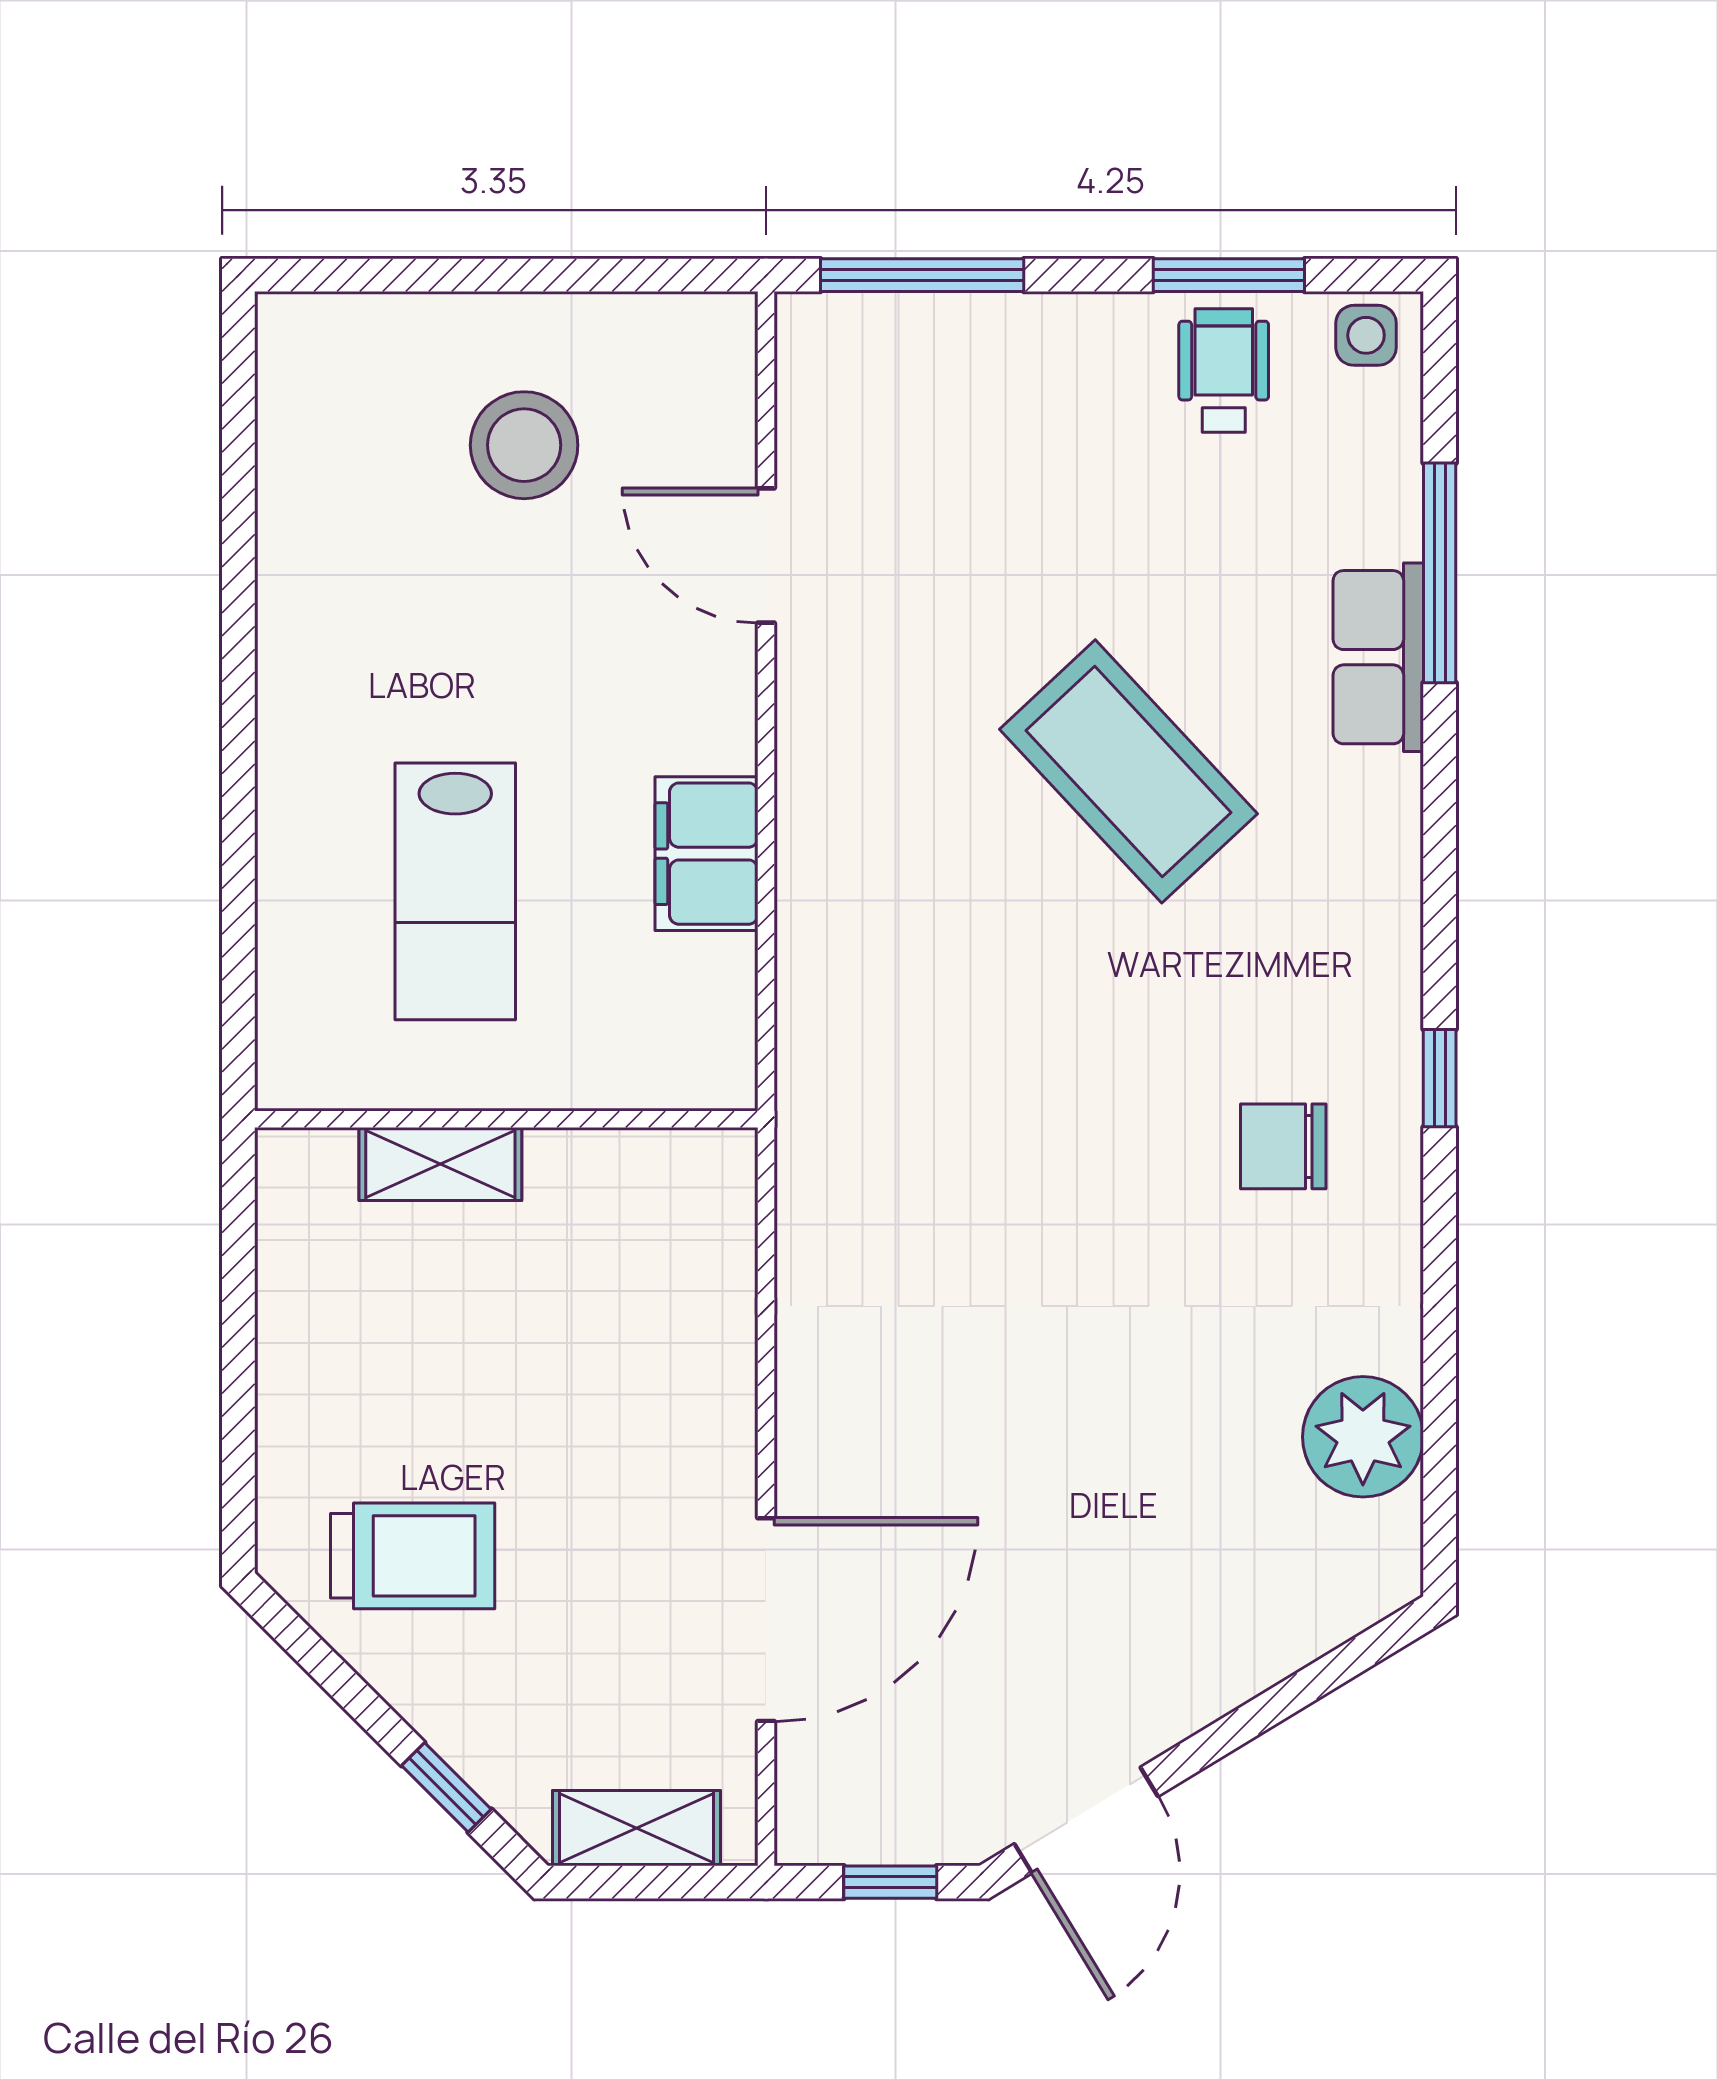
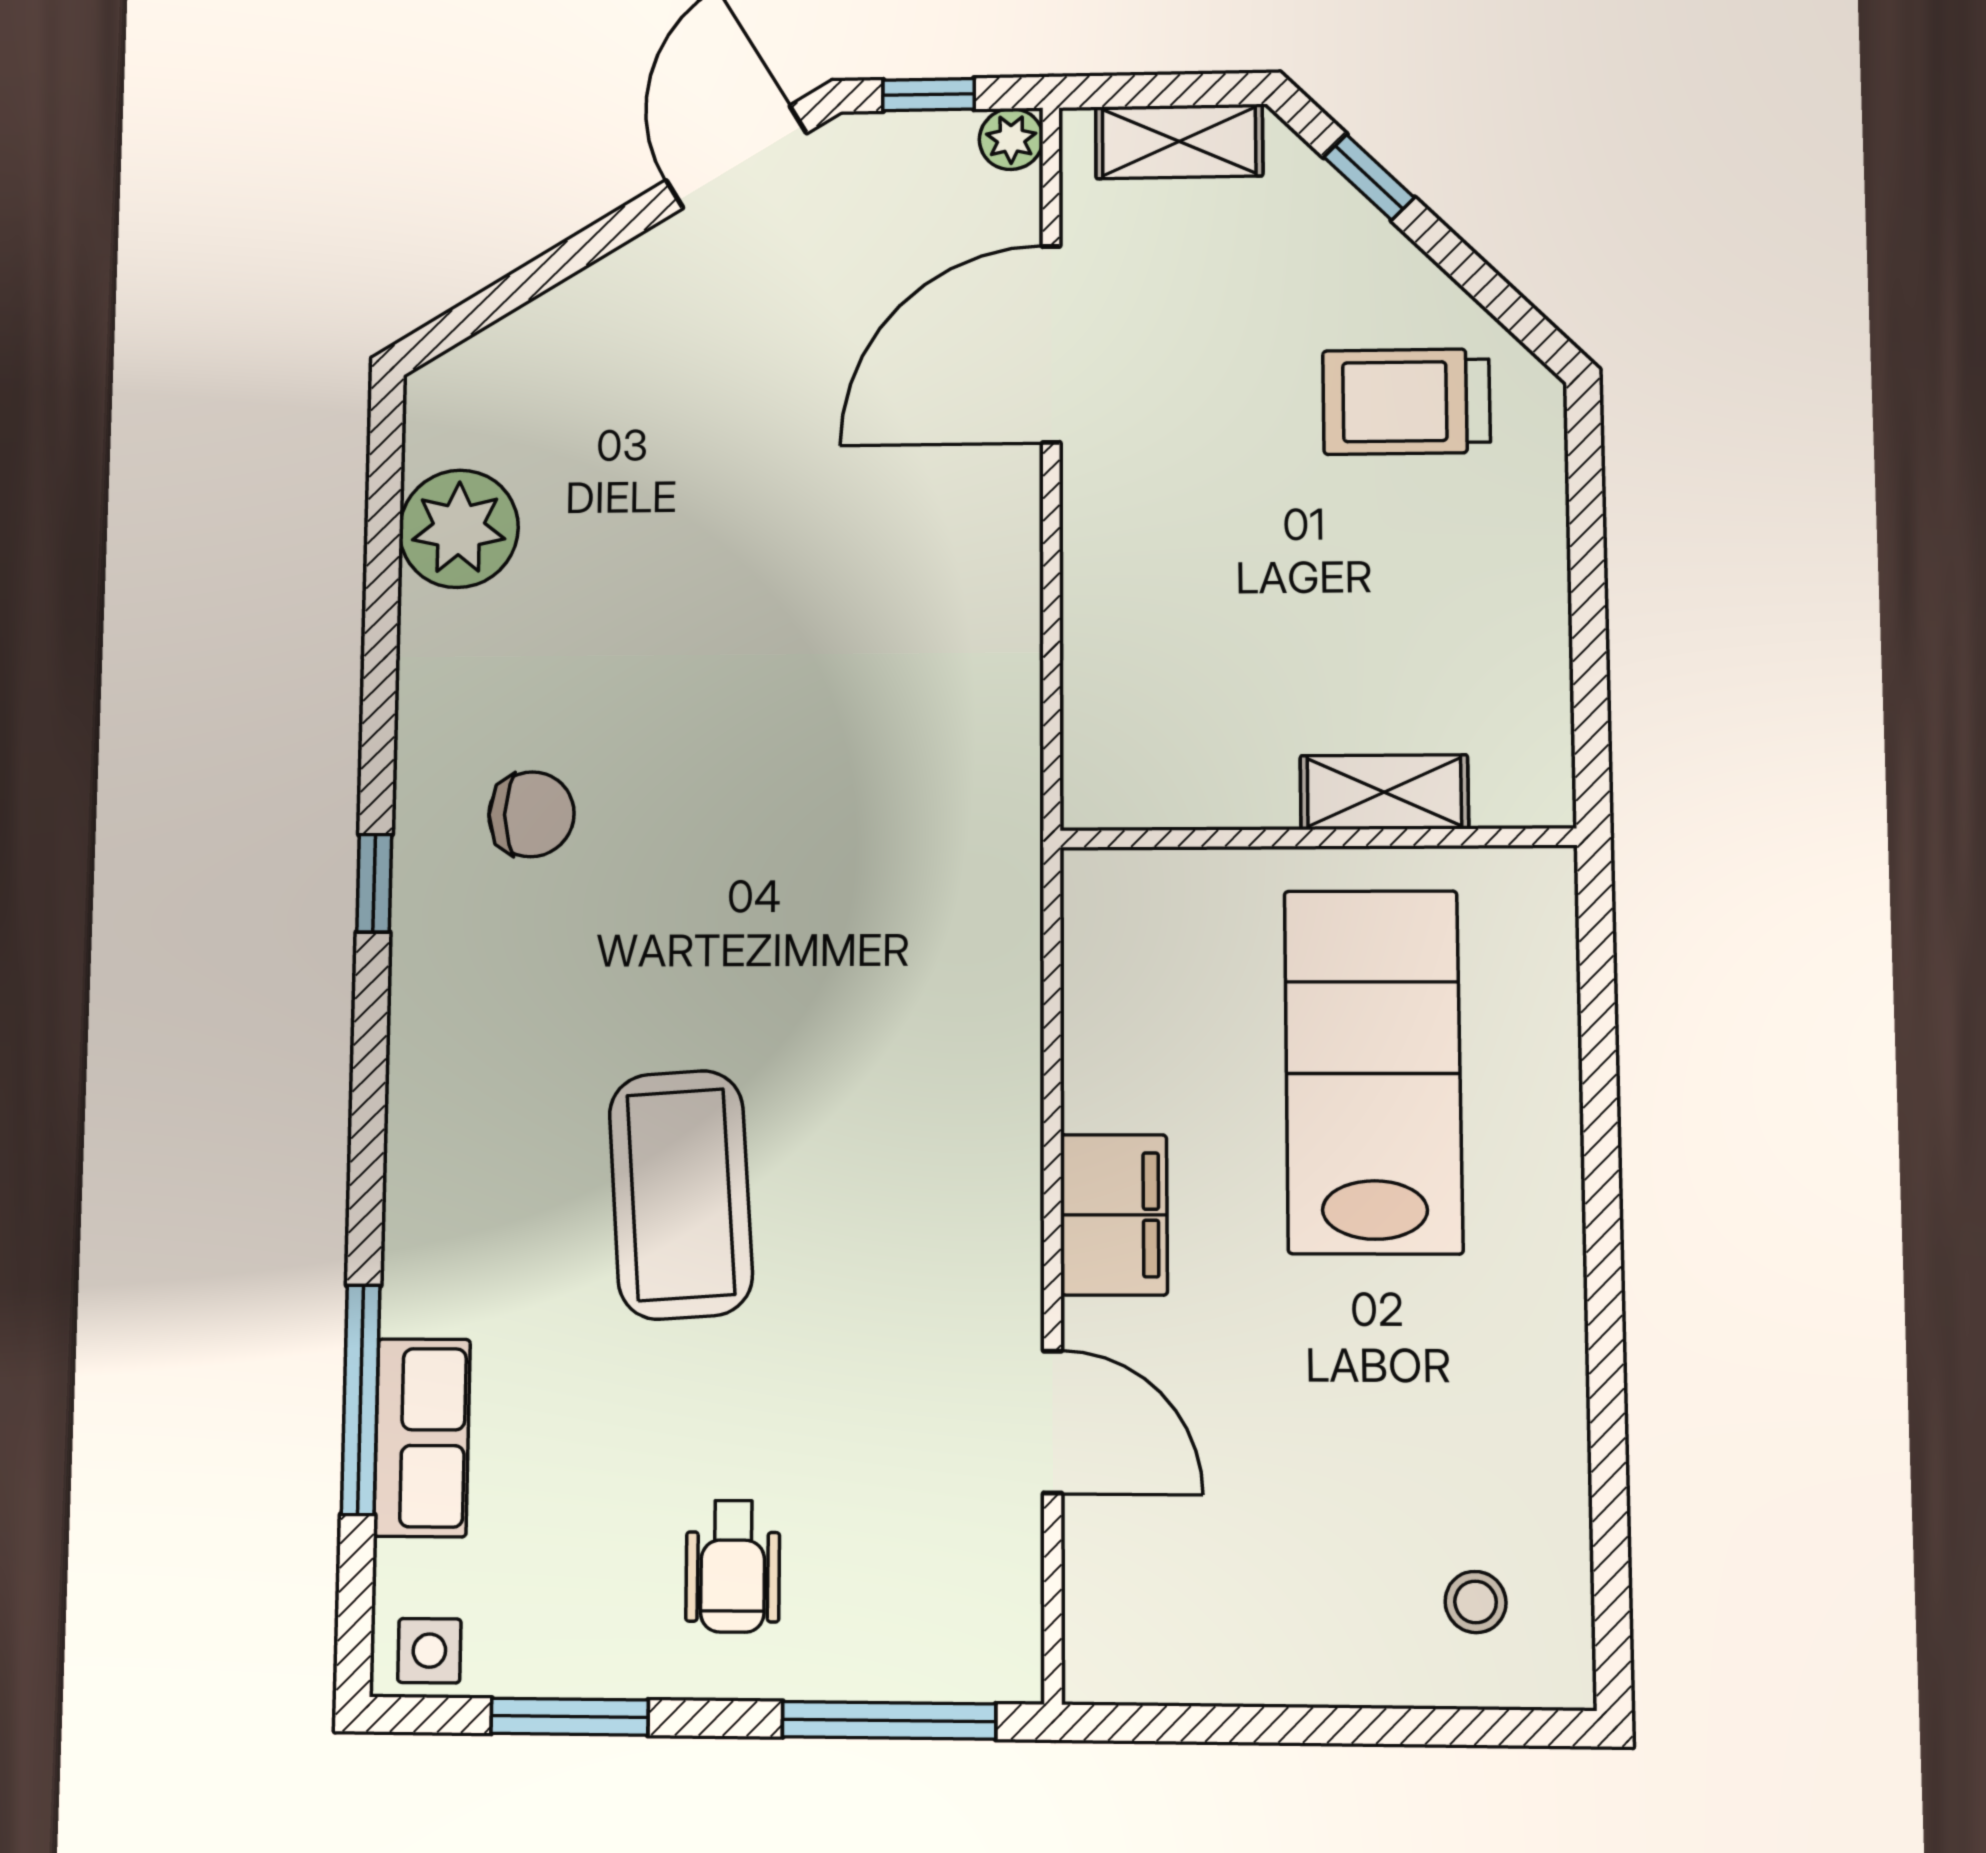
wheelchair: (1224, 370) -> (733, 1566), moved
stool: (524, 445) -> (1476, 1602), moved, width x0.53, depth x0.53
row of seats: (1378, 657) -> (422, 1438), moved
coffee table: (1128, 771) -> (681, 1195), turned 39
filing cabinet: (707, 854) -> (1114, 1215), moved
lab bench: (455, 891) -> (1373, 1071), width x1.36, depth x1.39
plant: (806, 1834) -> (1011, 139), added

